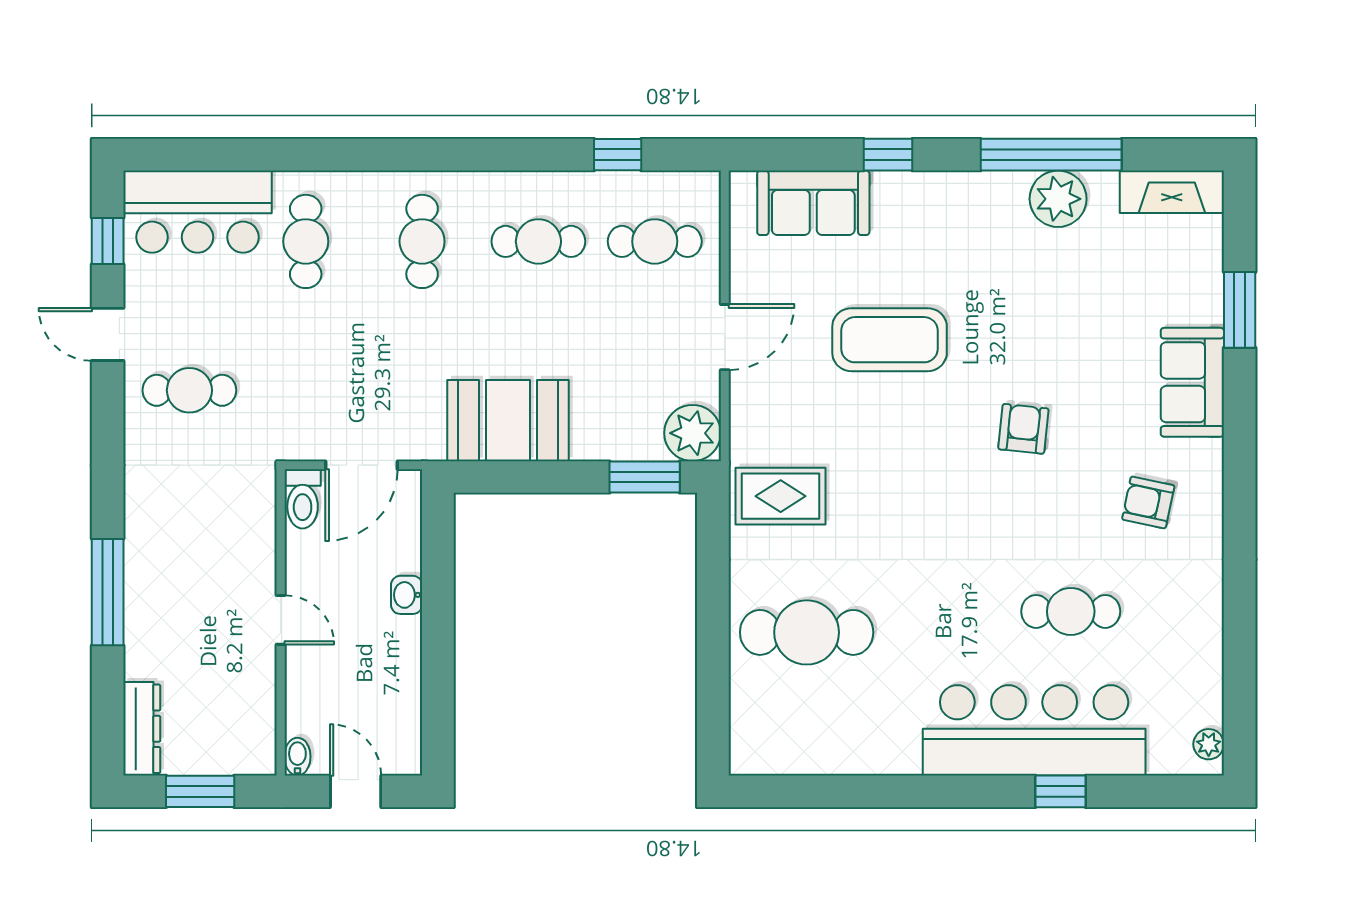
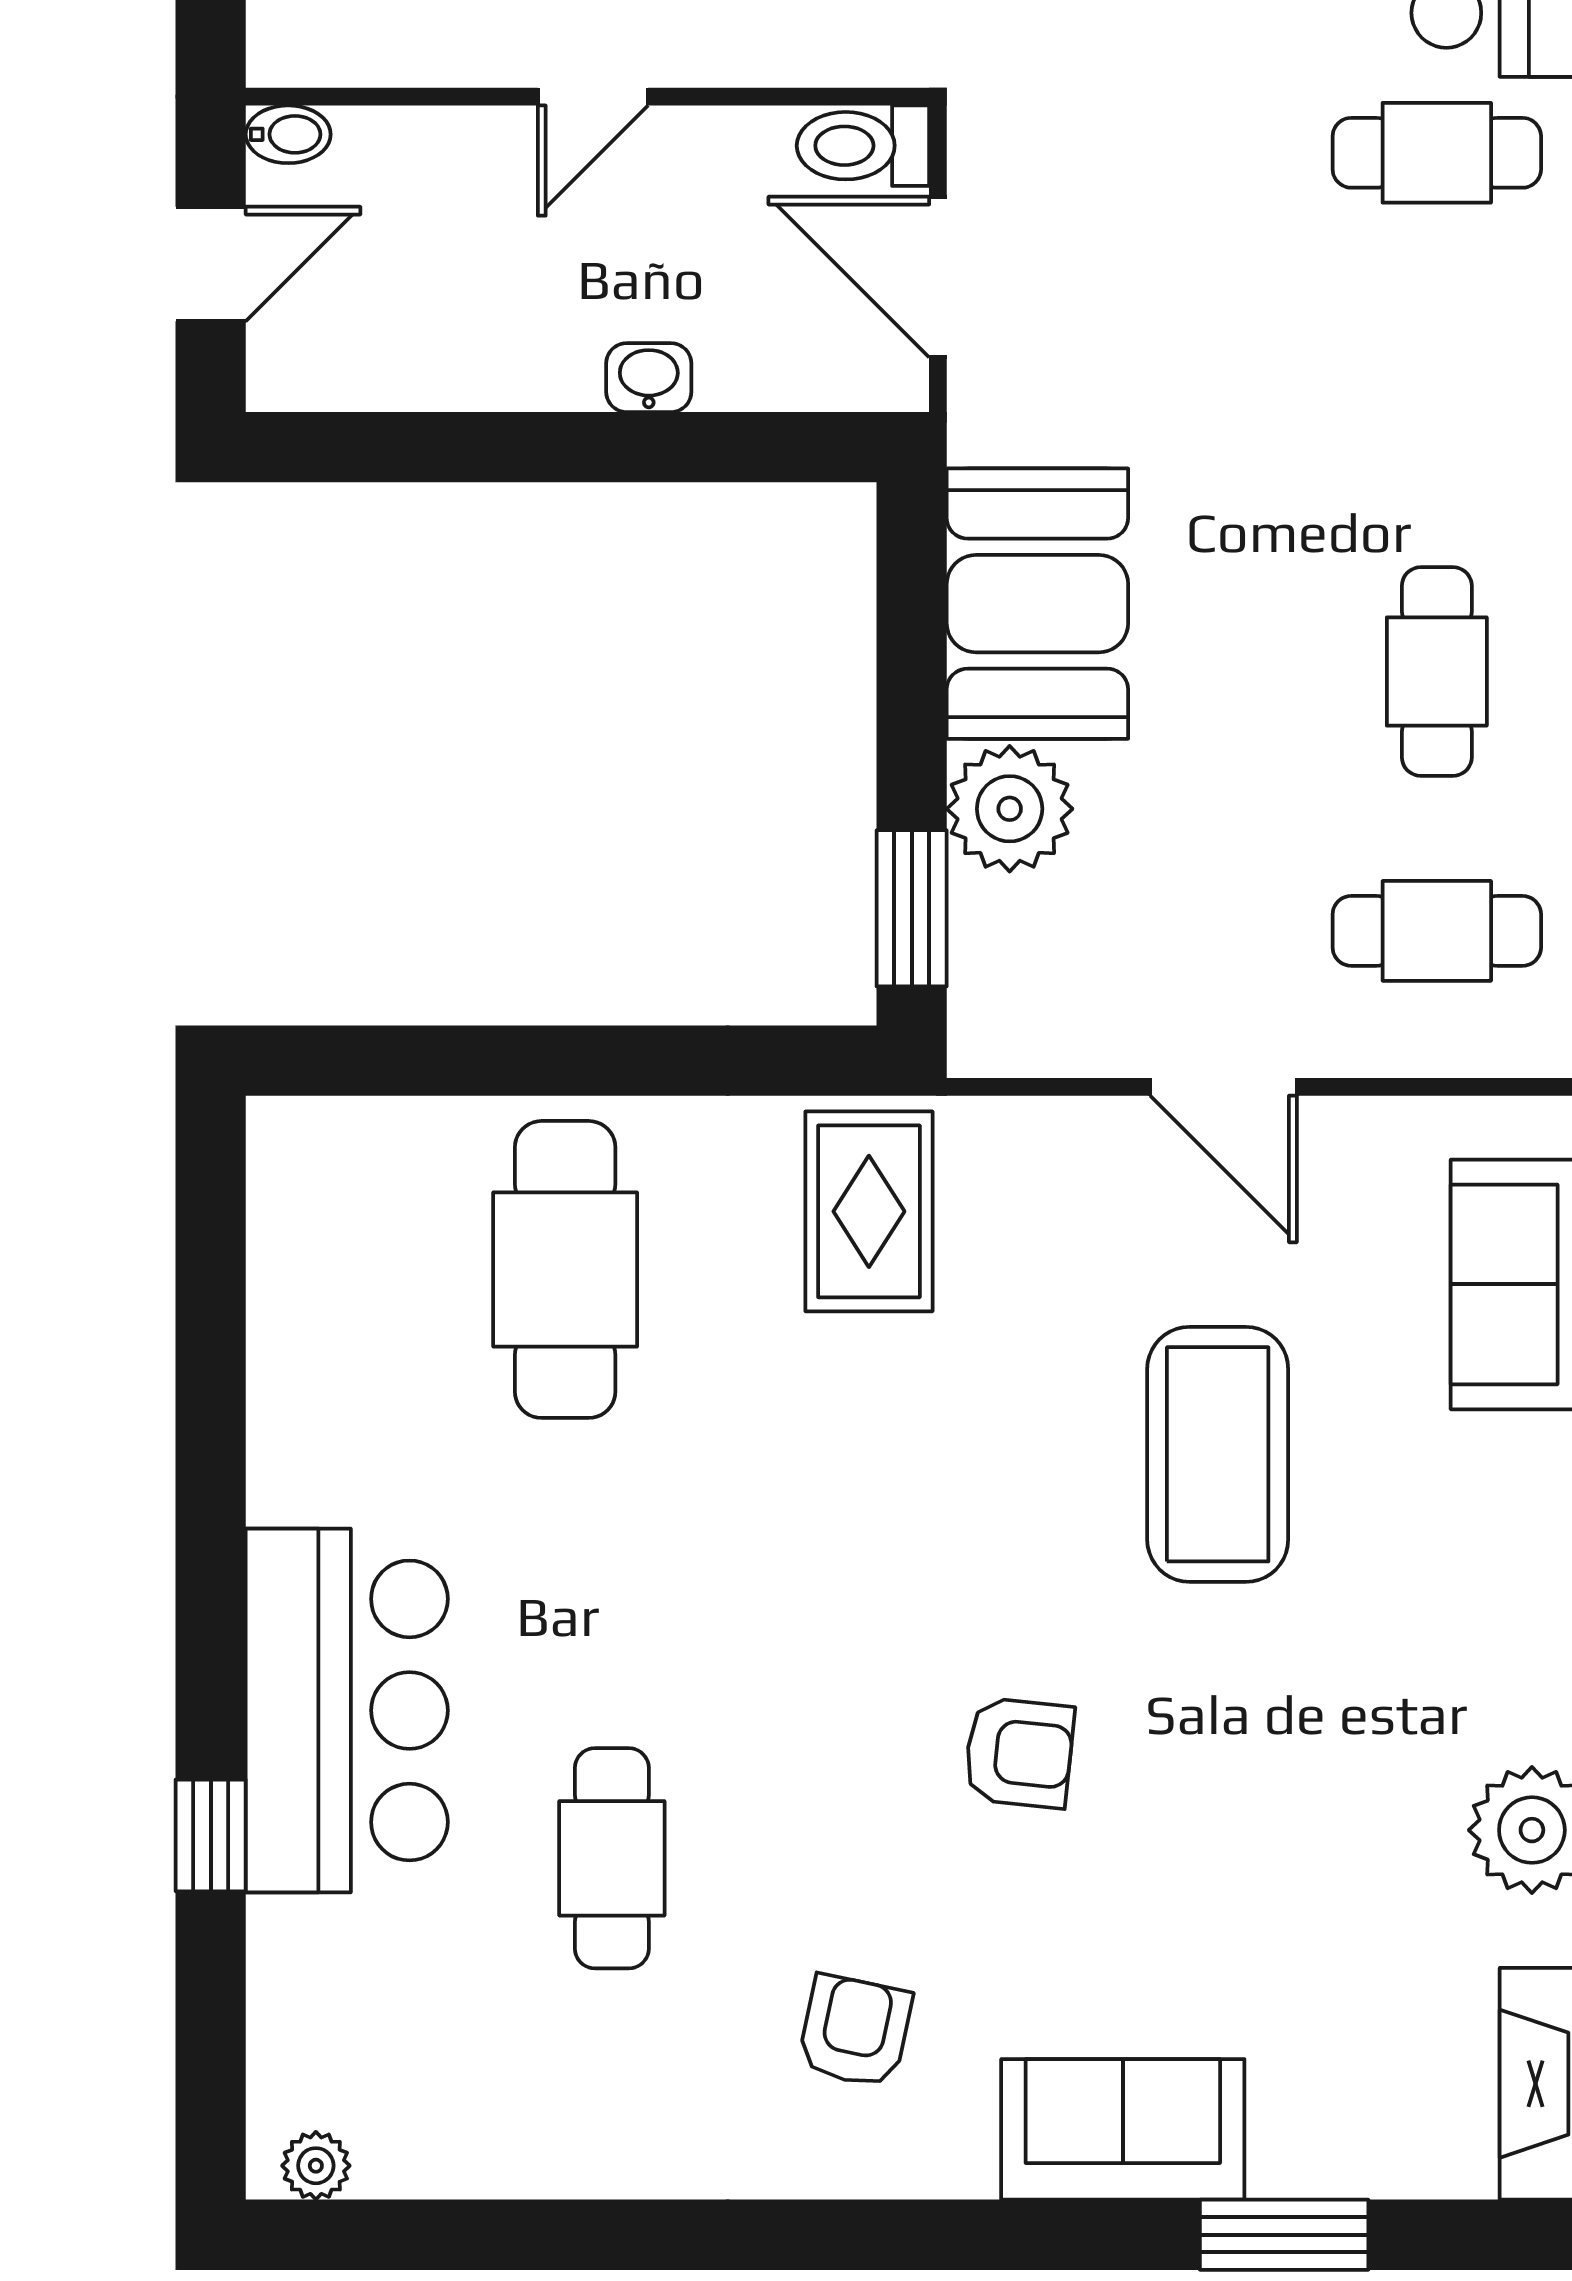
cafe table: (422, 241) -> (1437, 412), removed
cafe table: (655, 241) -> (1437, 931), turned 90
plant: (693, 433) -> (1010, 809), moved
bar counter: (1034, 730) -> (347, 1710), width x0.73

